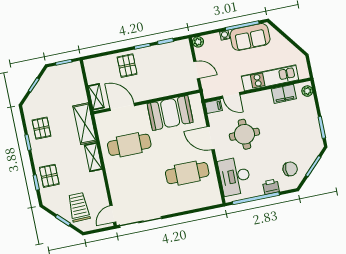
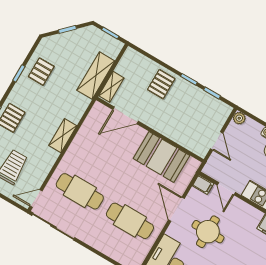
door: (122, 107) -> (126, 115), swing flipped
shelving: (85, 124) -> (96, 76), moved
cafe table: (129, 145) -> (80, 191), moved

